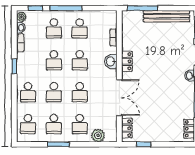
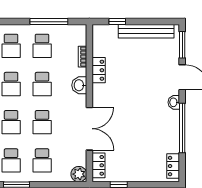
window: (66, 8) -> (49, 22), moved
window: (142, 8) -> (117, 22), width x0.46
locker: (127, 61) -> (99, 70), moved
plant: (98, 135) -> (79, 174), moved

